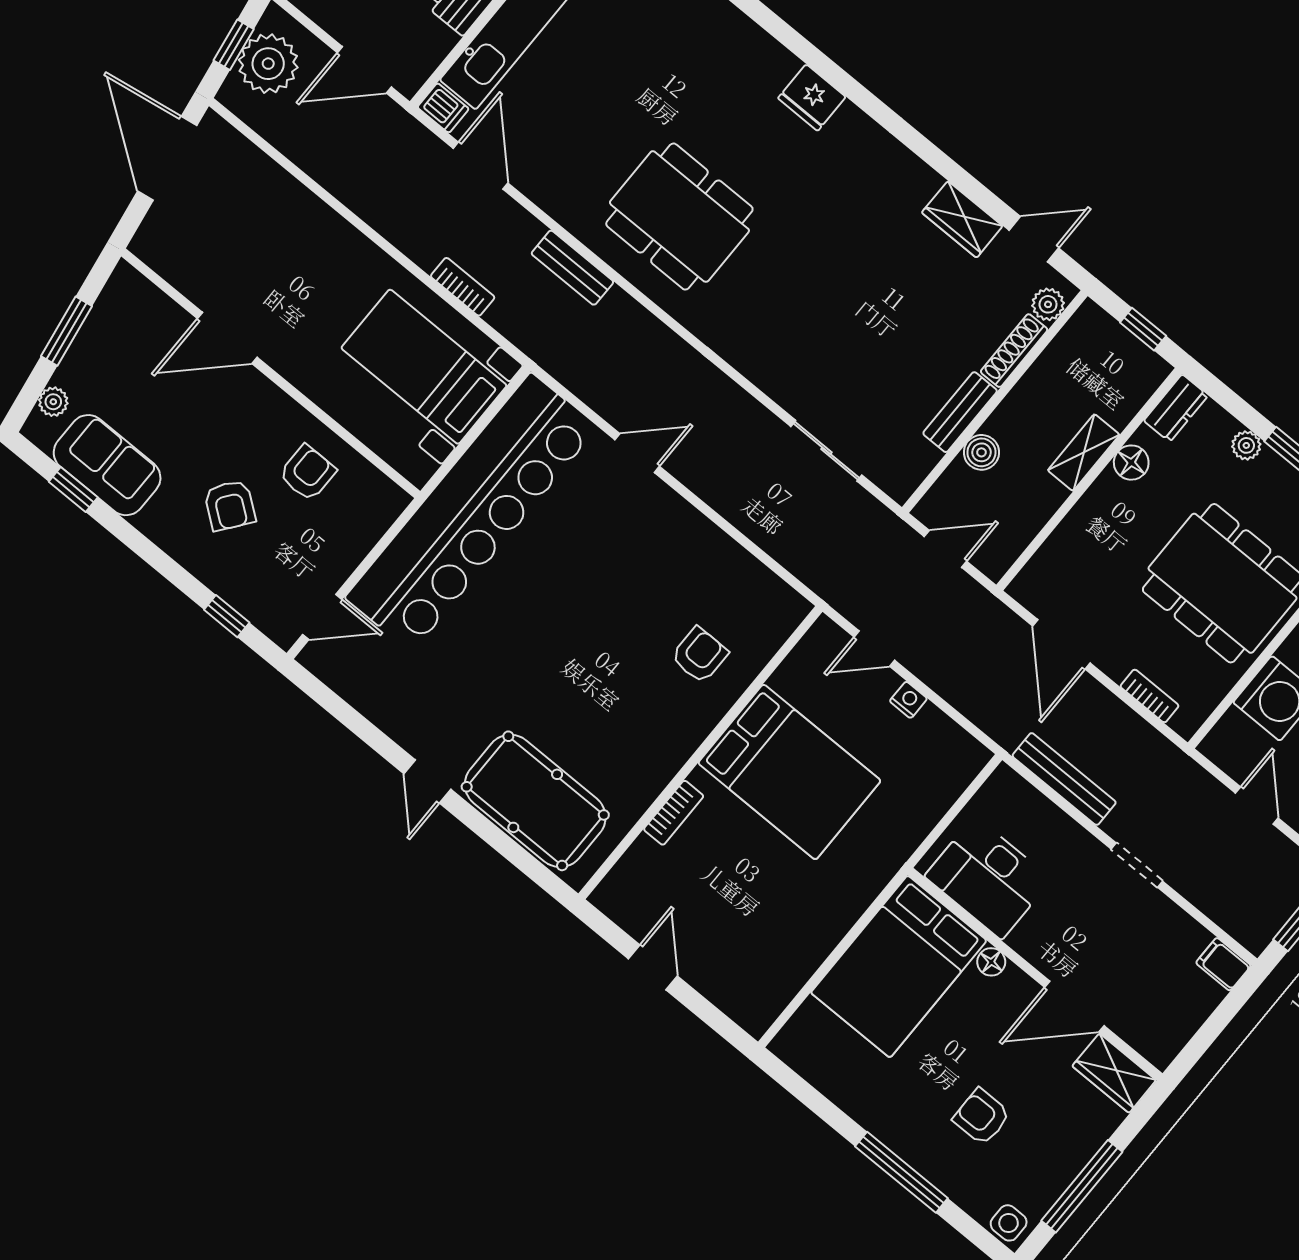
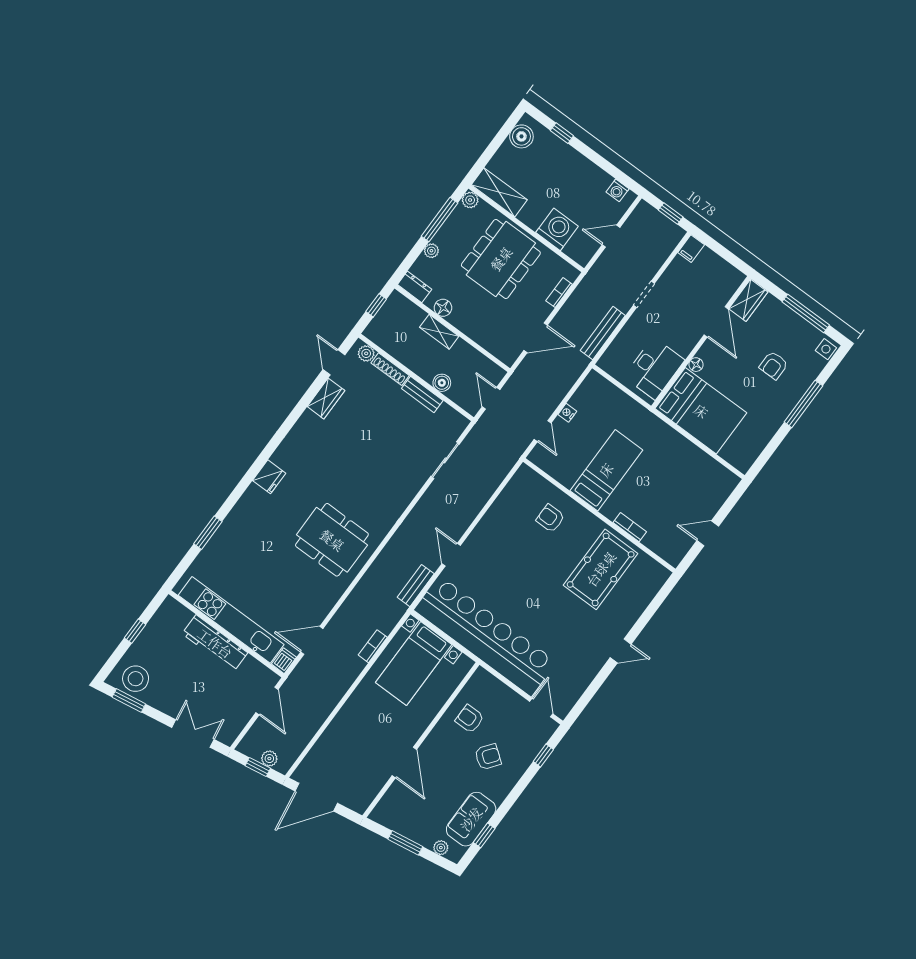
plant: (268, 64) -> (269, 759), width x0.53, depth x0.53
dining table: (679, 217) -> (332, 540), turned 90
bench: (572, 268) -> (416, 586), moved
bed: (789, 772) -> (606, 470), width x0.67
pool table: (535, 801) -> (601, 569), moved

